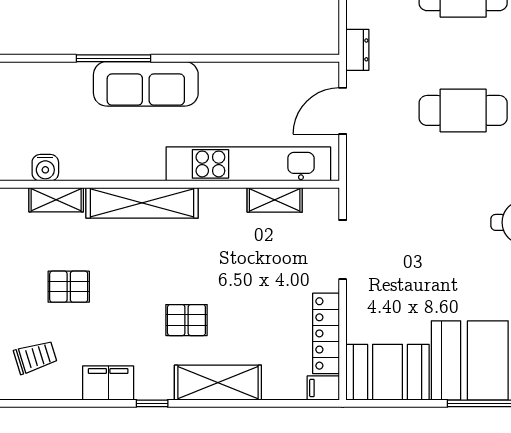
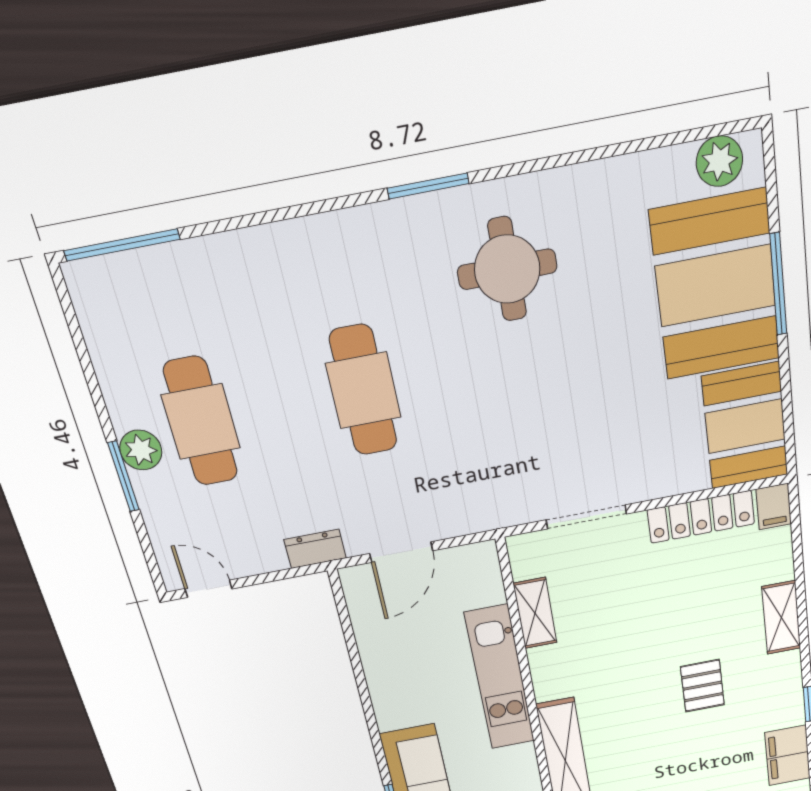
door: (343, 111) -> (401, 552), hinge flipped
kitchen unit: (248, 164) -> (500, 678), width x0.73
shelving: (218, 383) -> (781, 618), width x0.67, depth x0.75

